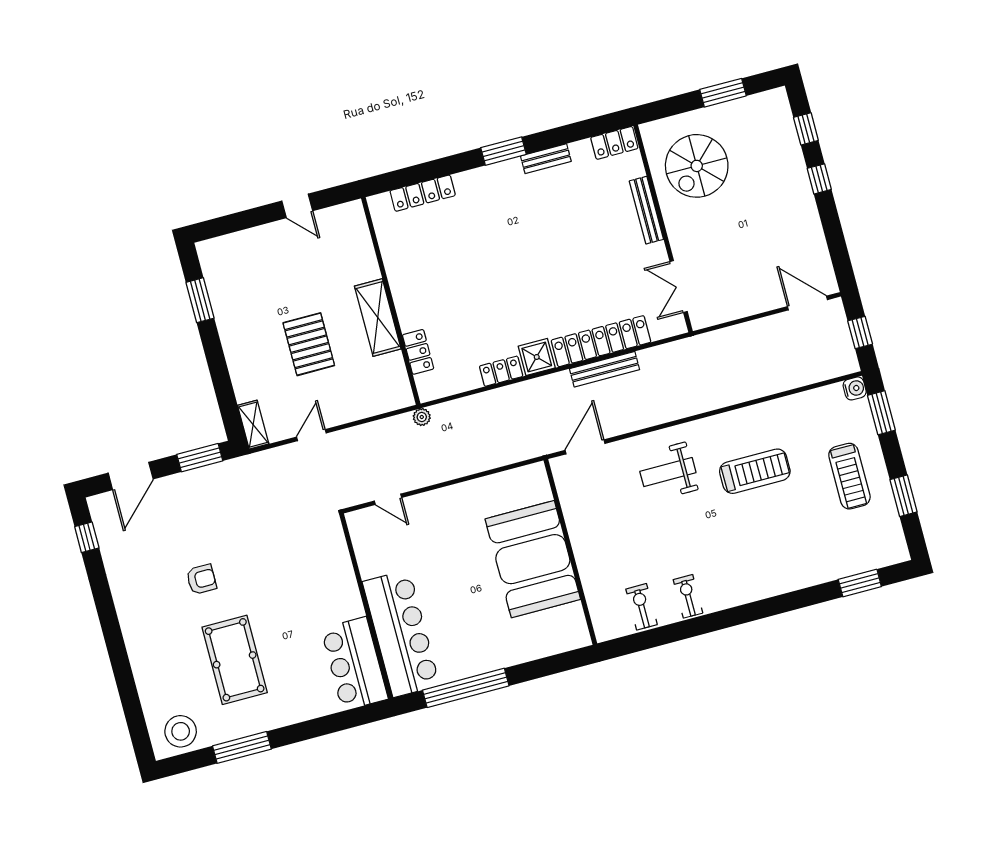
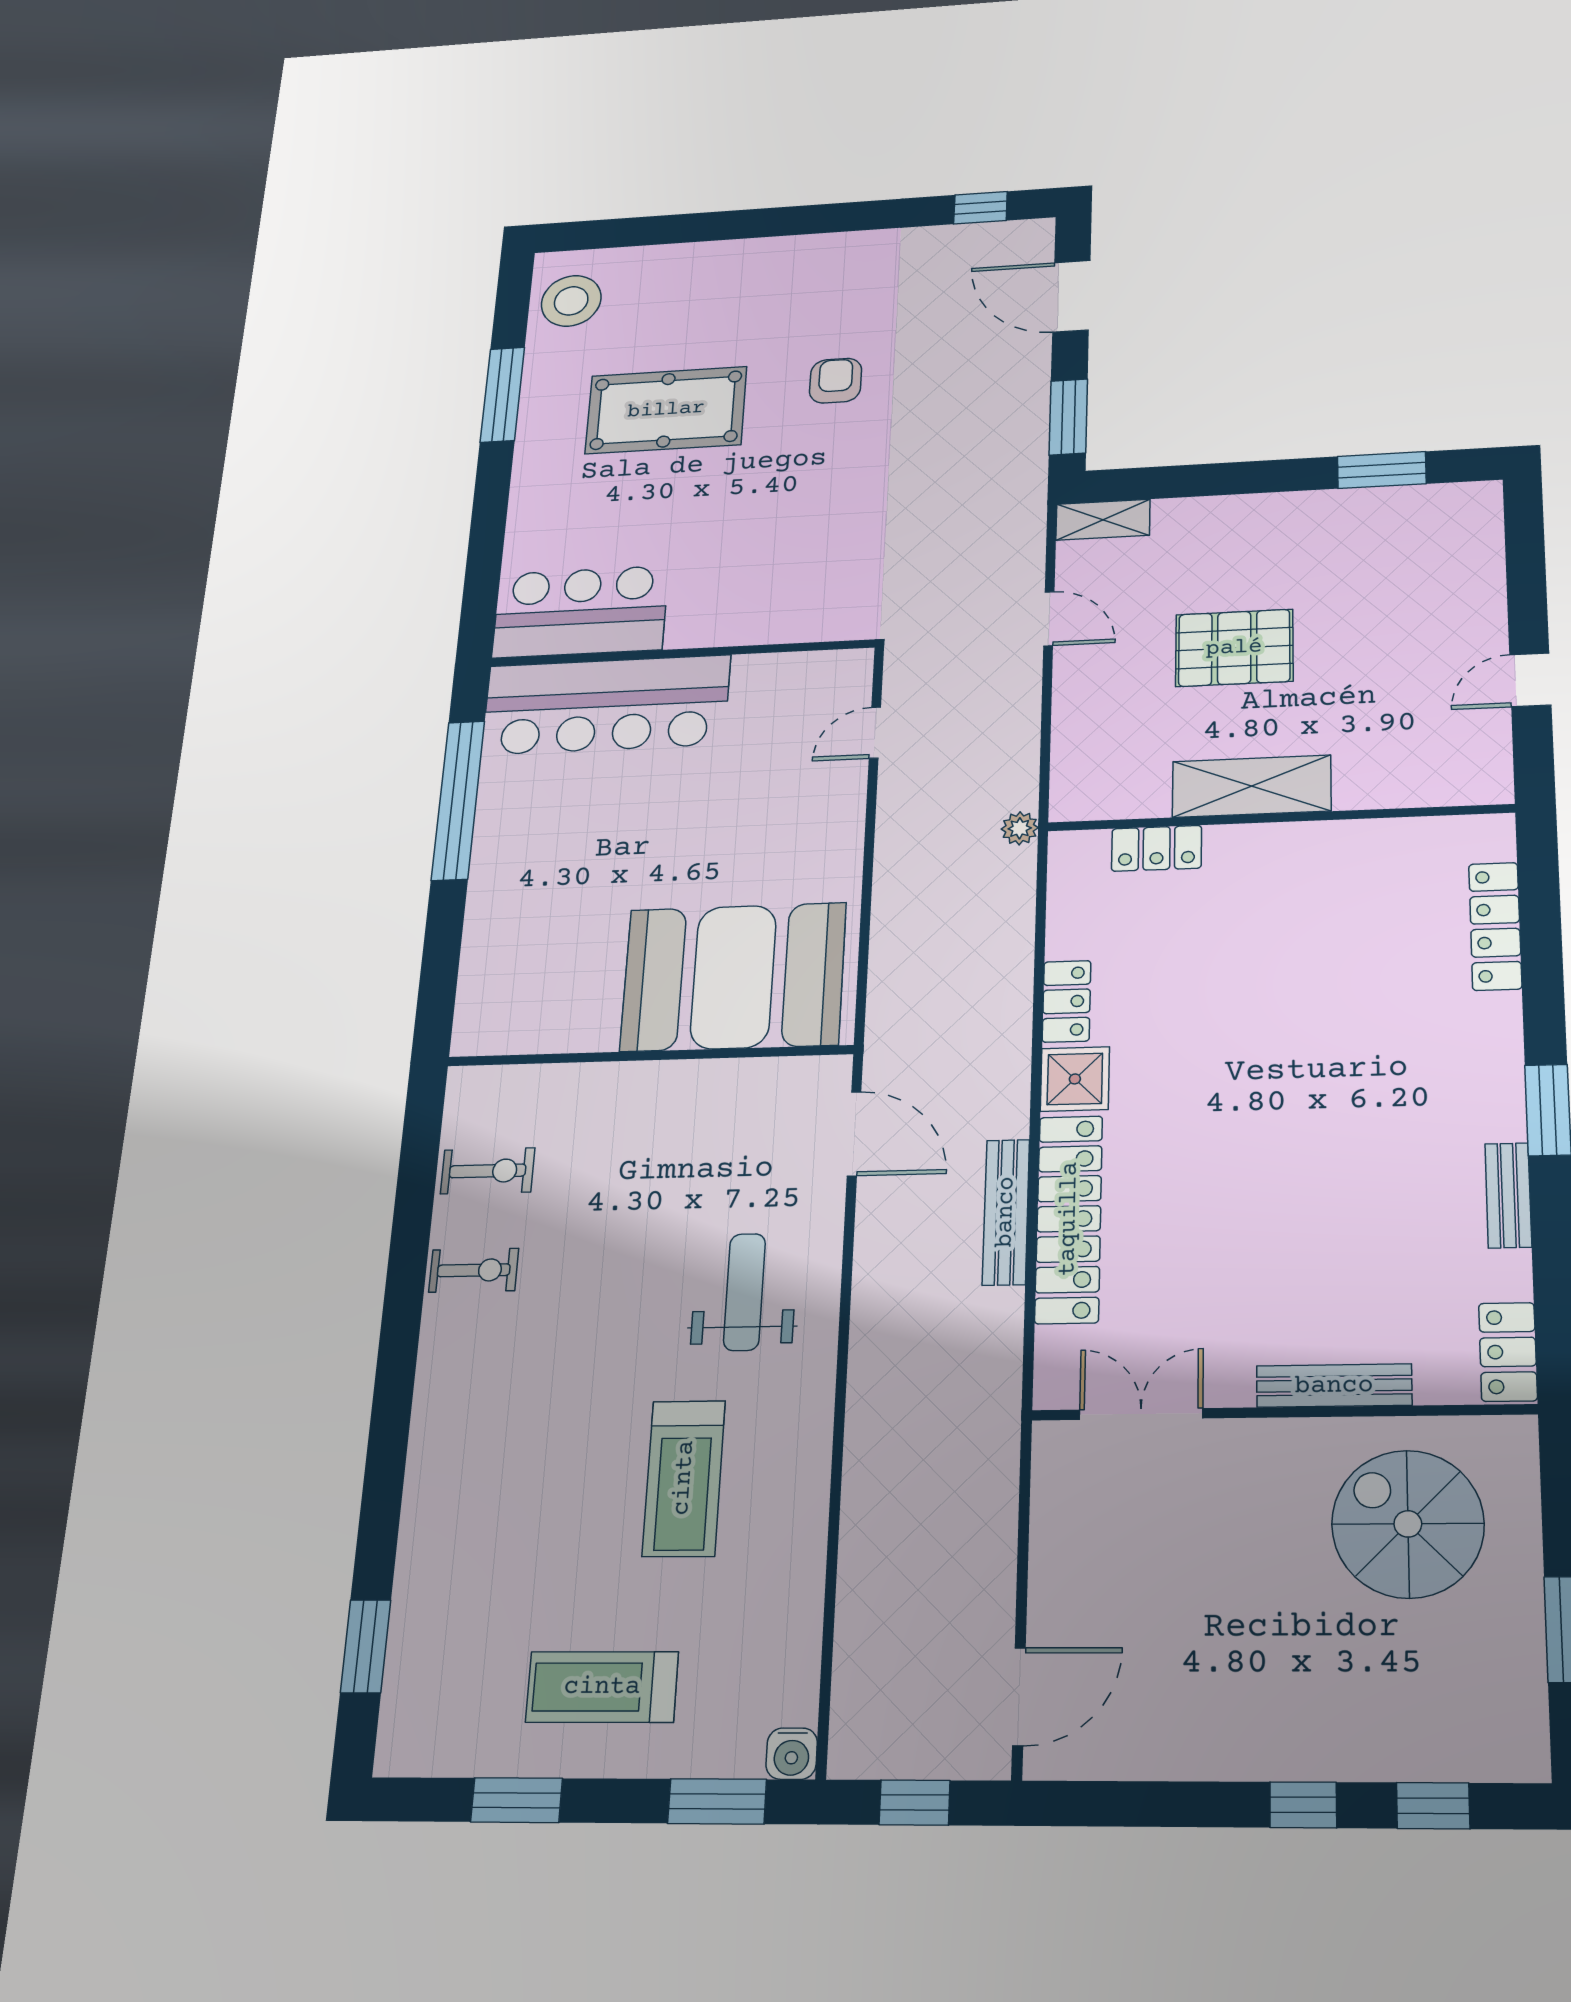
booth: (533, 559) -> (733, 977), moved
armchair: (201, 579) -> (836, 381), turned 180

